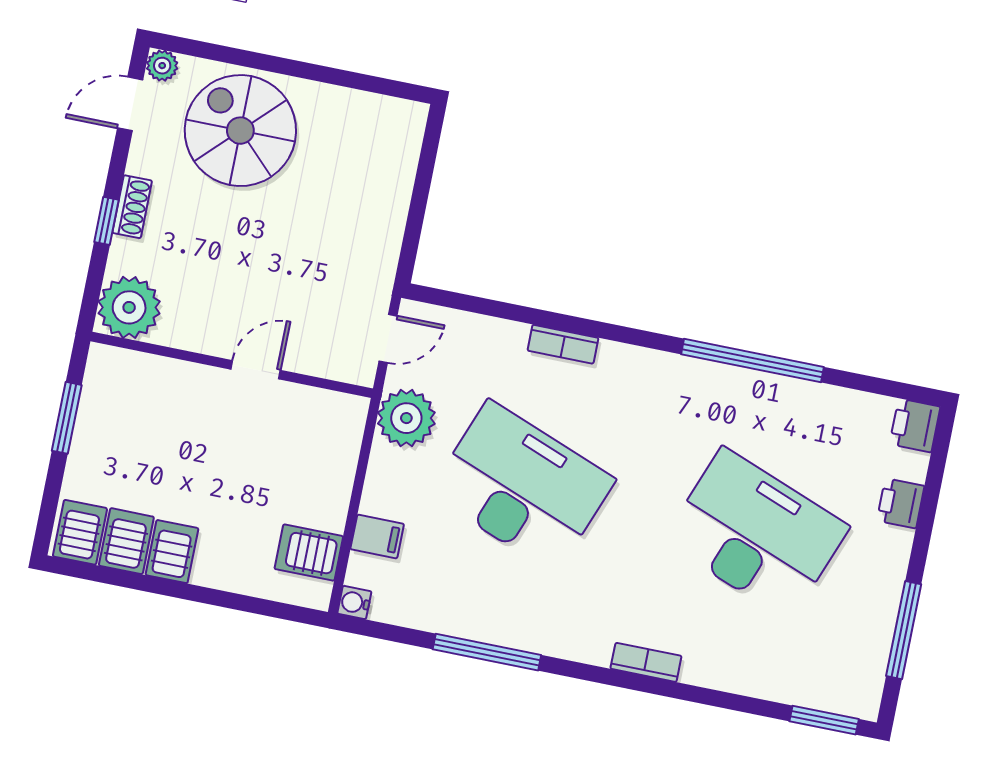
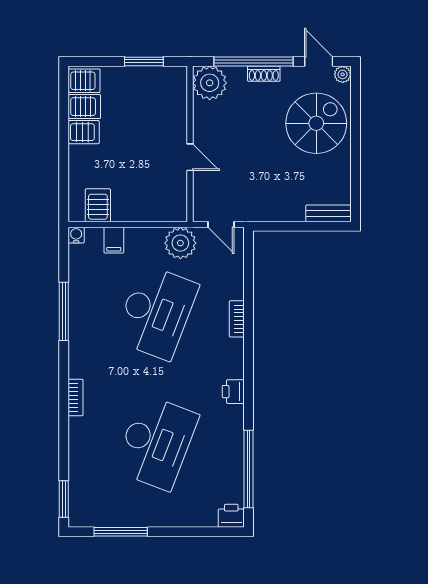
bench: (407, 141) -> (328, 213), added
window: (107, 221) -> (253, 61), width x3.17
window: (753, 361) -> (248, 469), moved
printer: (901, 503) -> (233, 392), moved, turned -90

